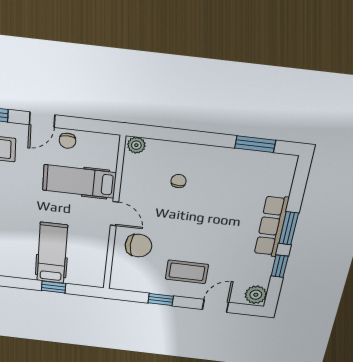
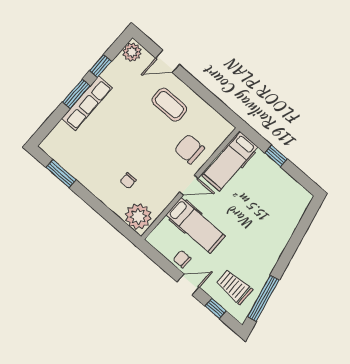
chair: (67, 141) -> (182, 259), turned -90
plant: (136, 145) -> (138, 216), width x1.88, depth x1.88
door: (114, 214) -> (189, 185), swing flipped
hospital bed: (52, 253) -> (230, 161), moved
window: (161, 300) -> (204, 93), removed

